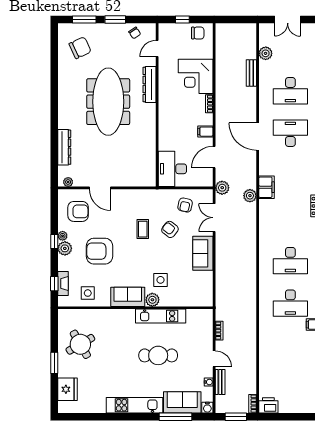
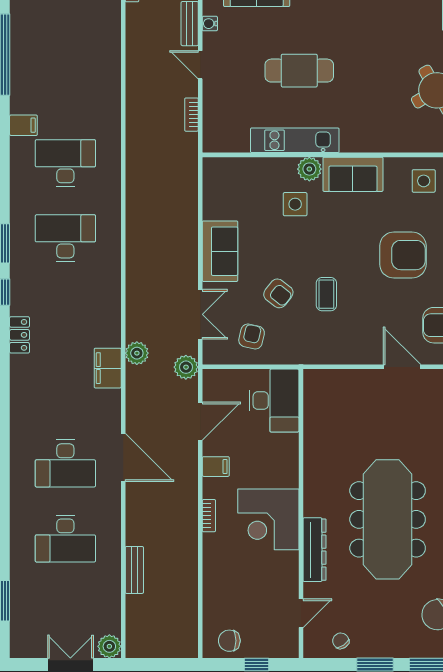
plant: (266, 53) -> (109, 646), moved
corner desk: (196, 76) -> (268, 519), moved, turned 180
desk: (290, 91) -> (65, 539), turned 180

